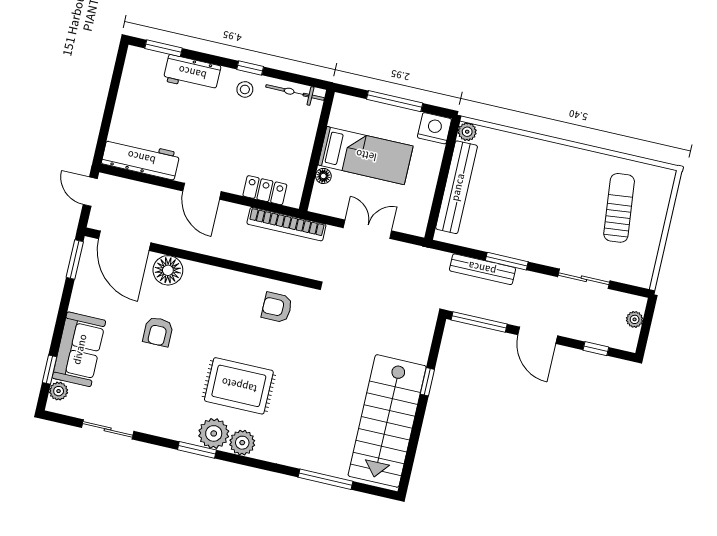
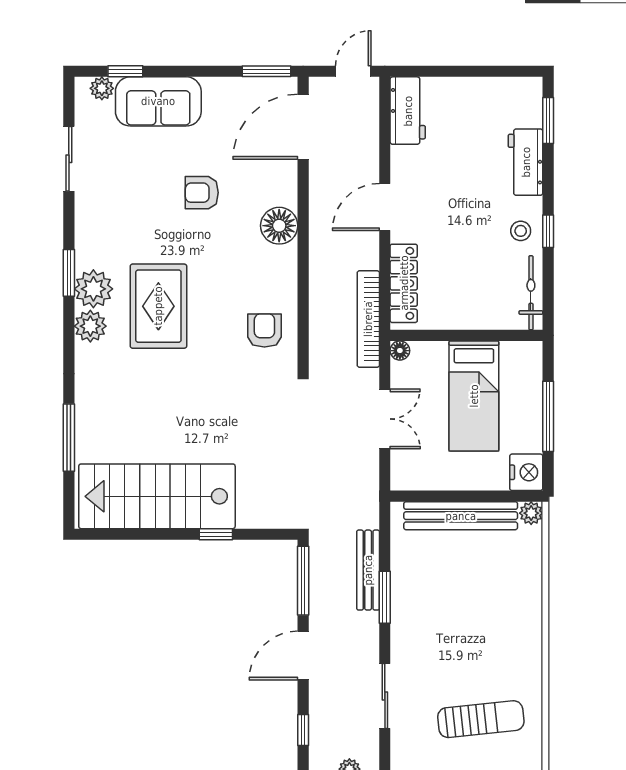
workbench: (141, 158) -> (408, 111), width x0.73
floor lamp: (323, 176) -> (400, 351), moved
locker: (265, 190) -> (404, 283), width x1.53
floor lamp: (168, 270) -> (279, 226), moved

